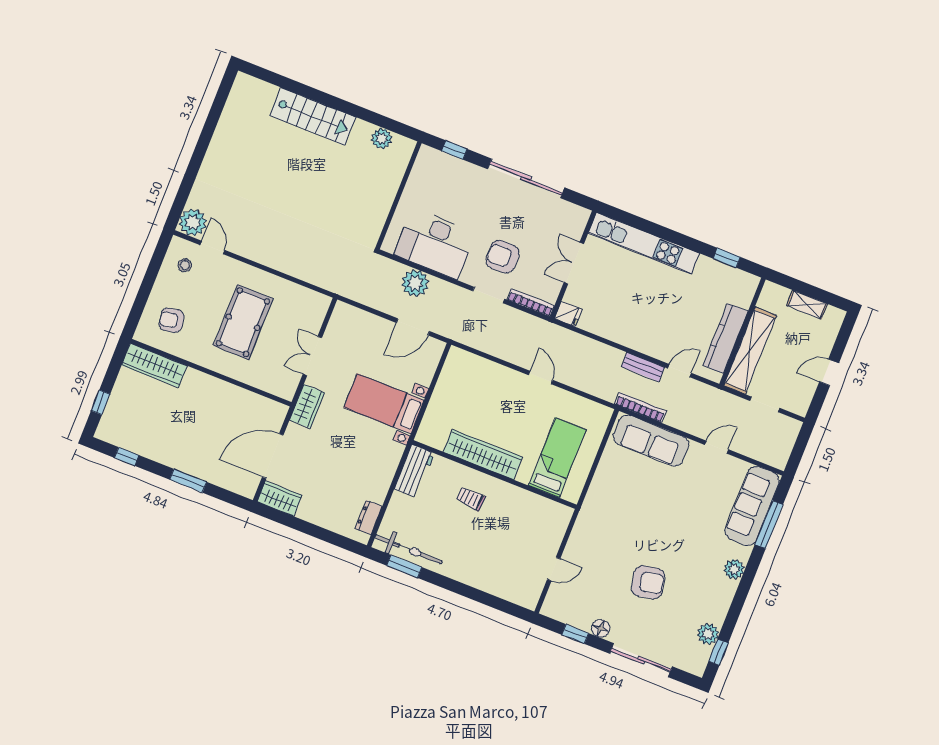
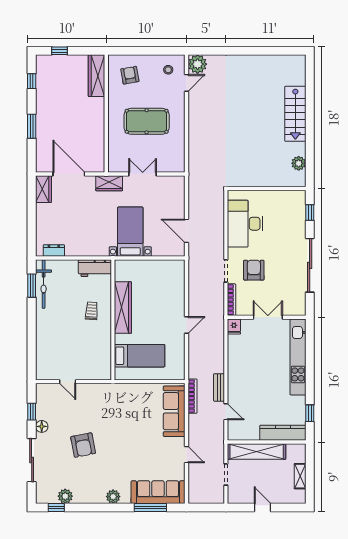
plant: (415, 283) -> (215, 221), removed
kitchen counter: (725, 338) -> (283, 433), moved

